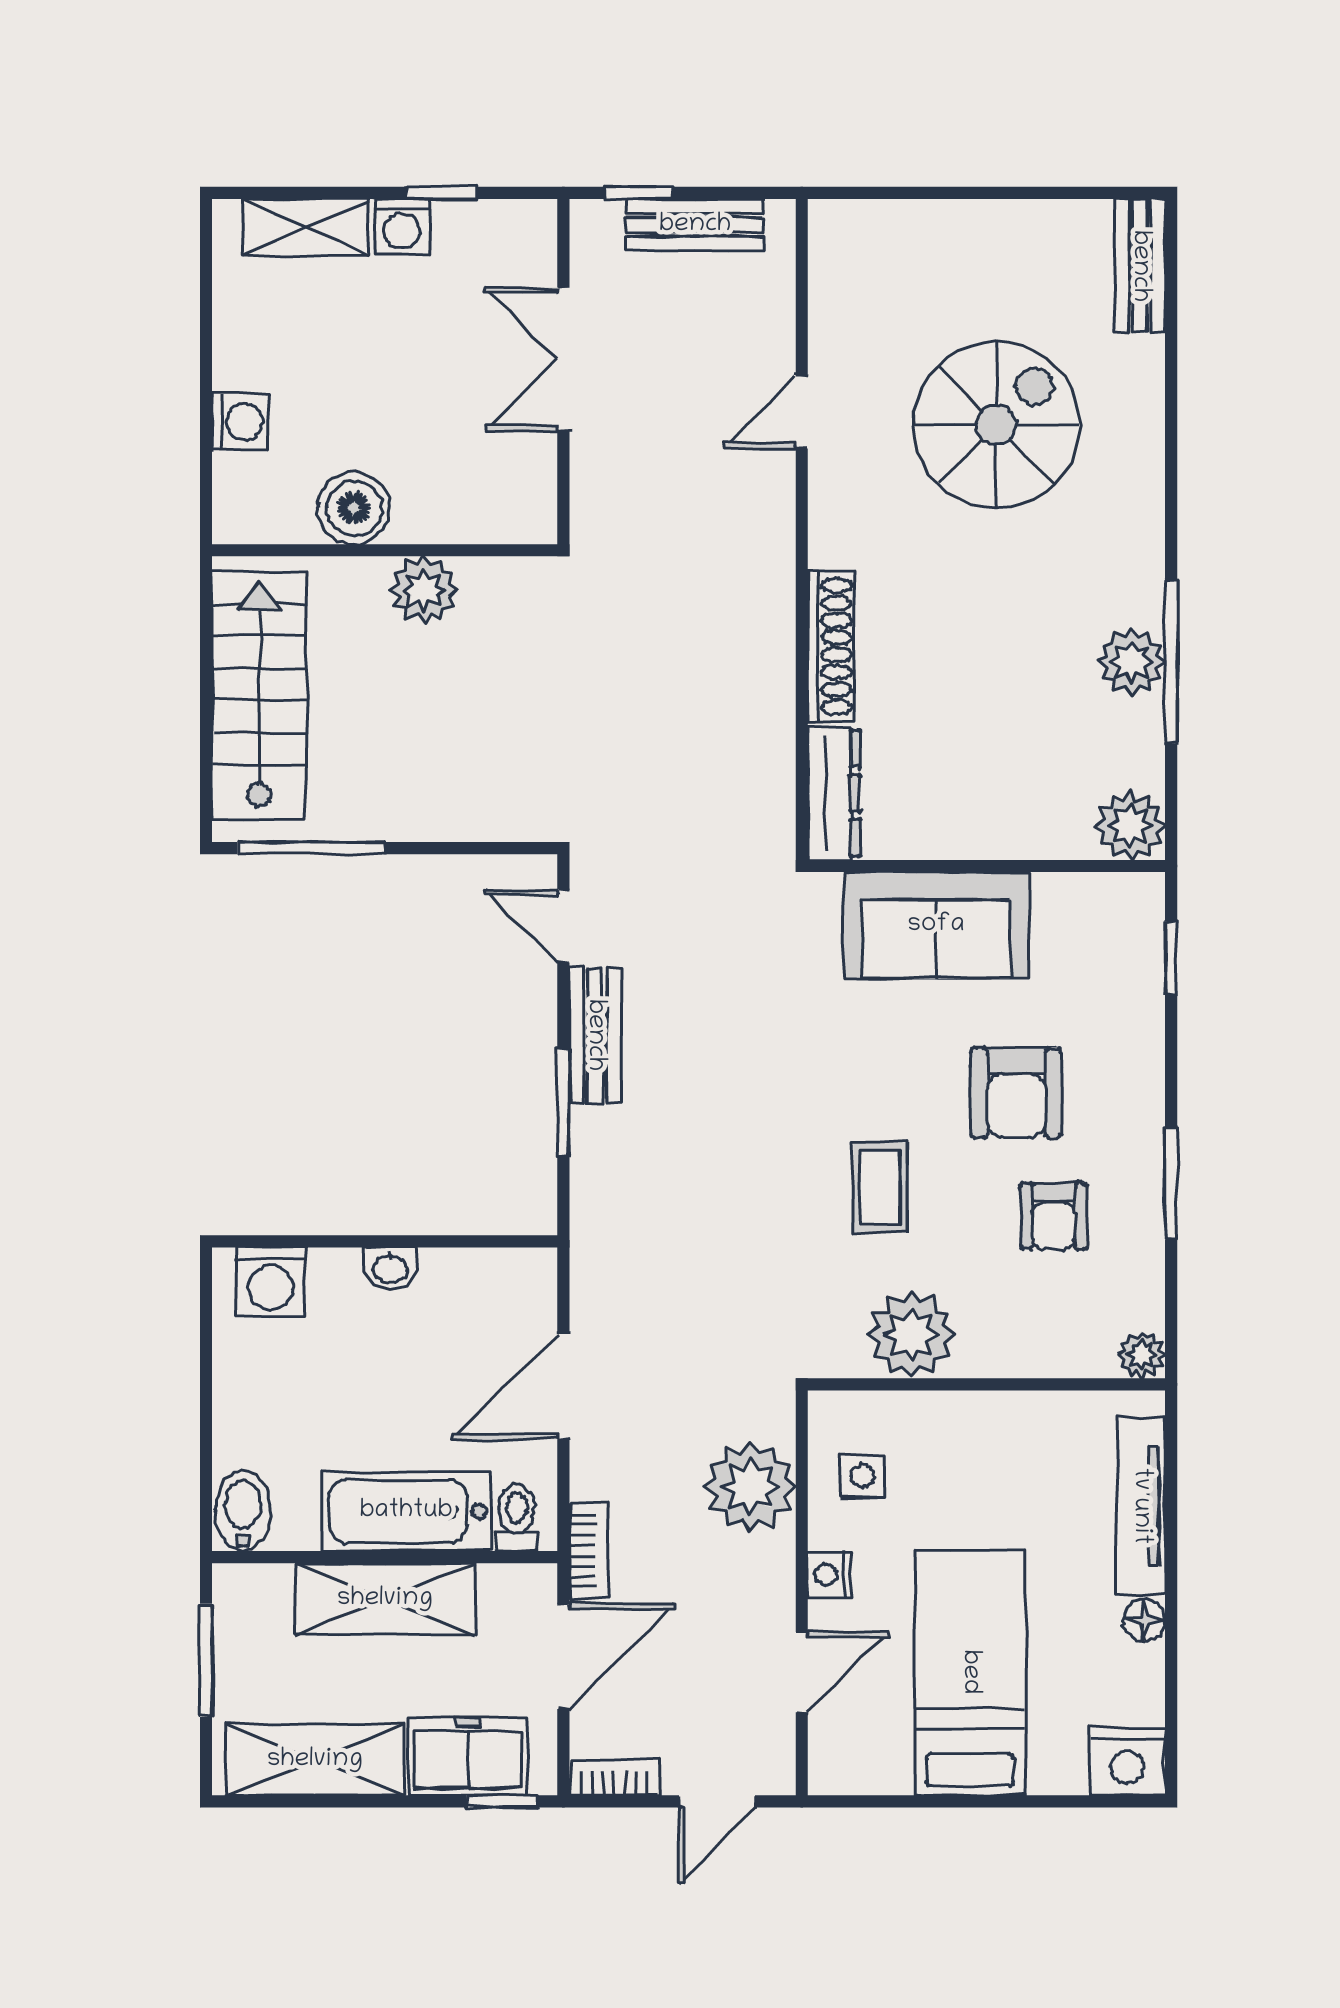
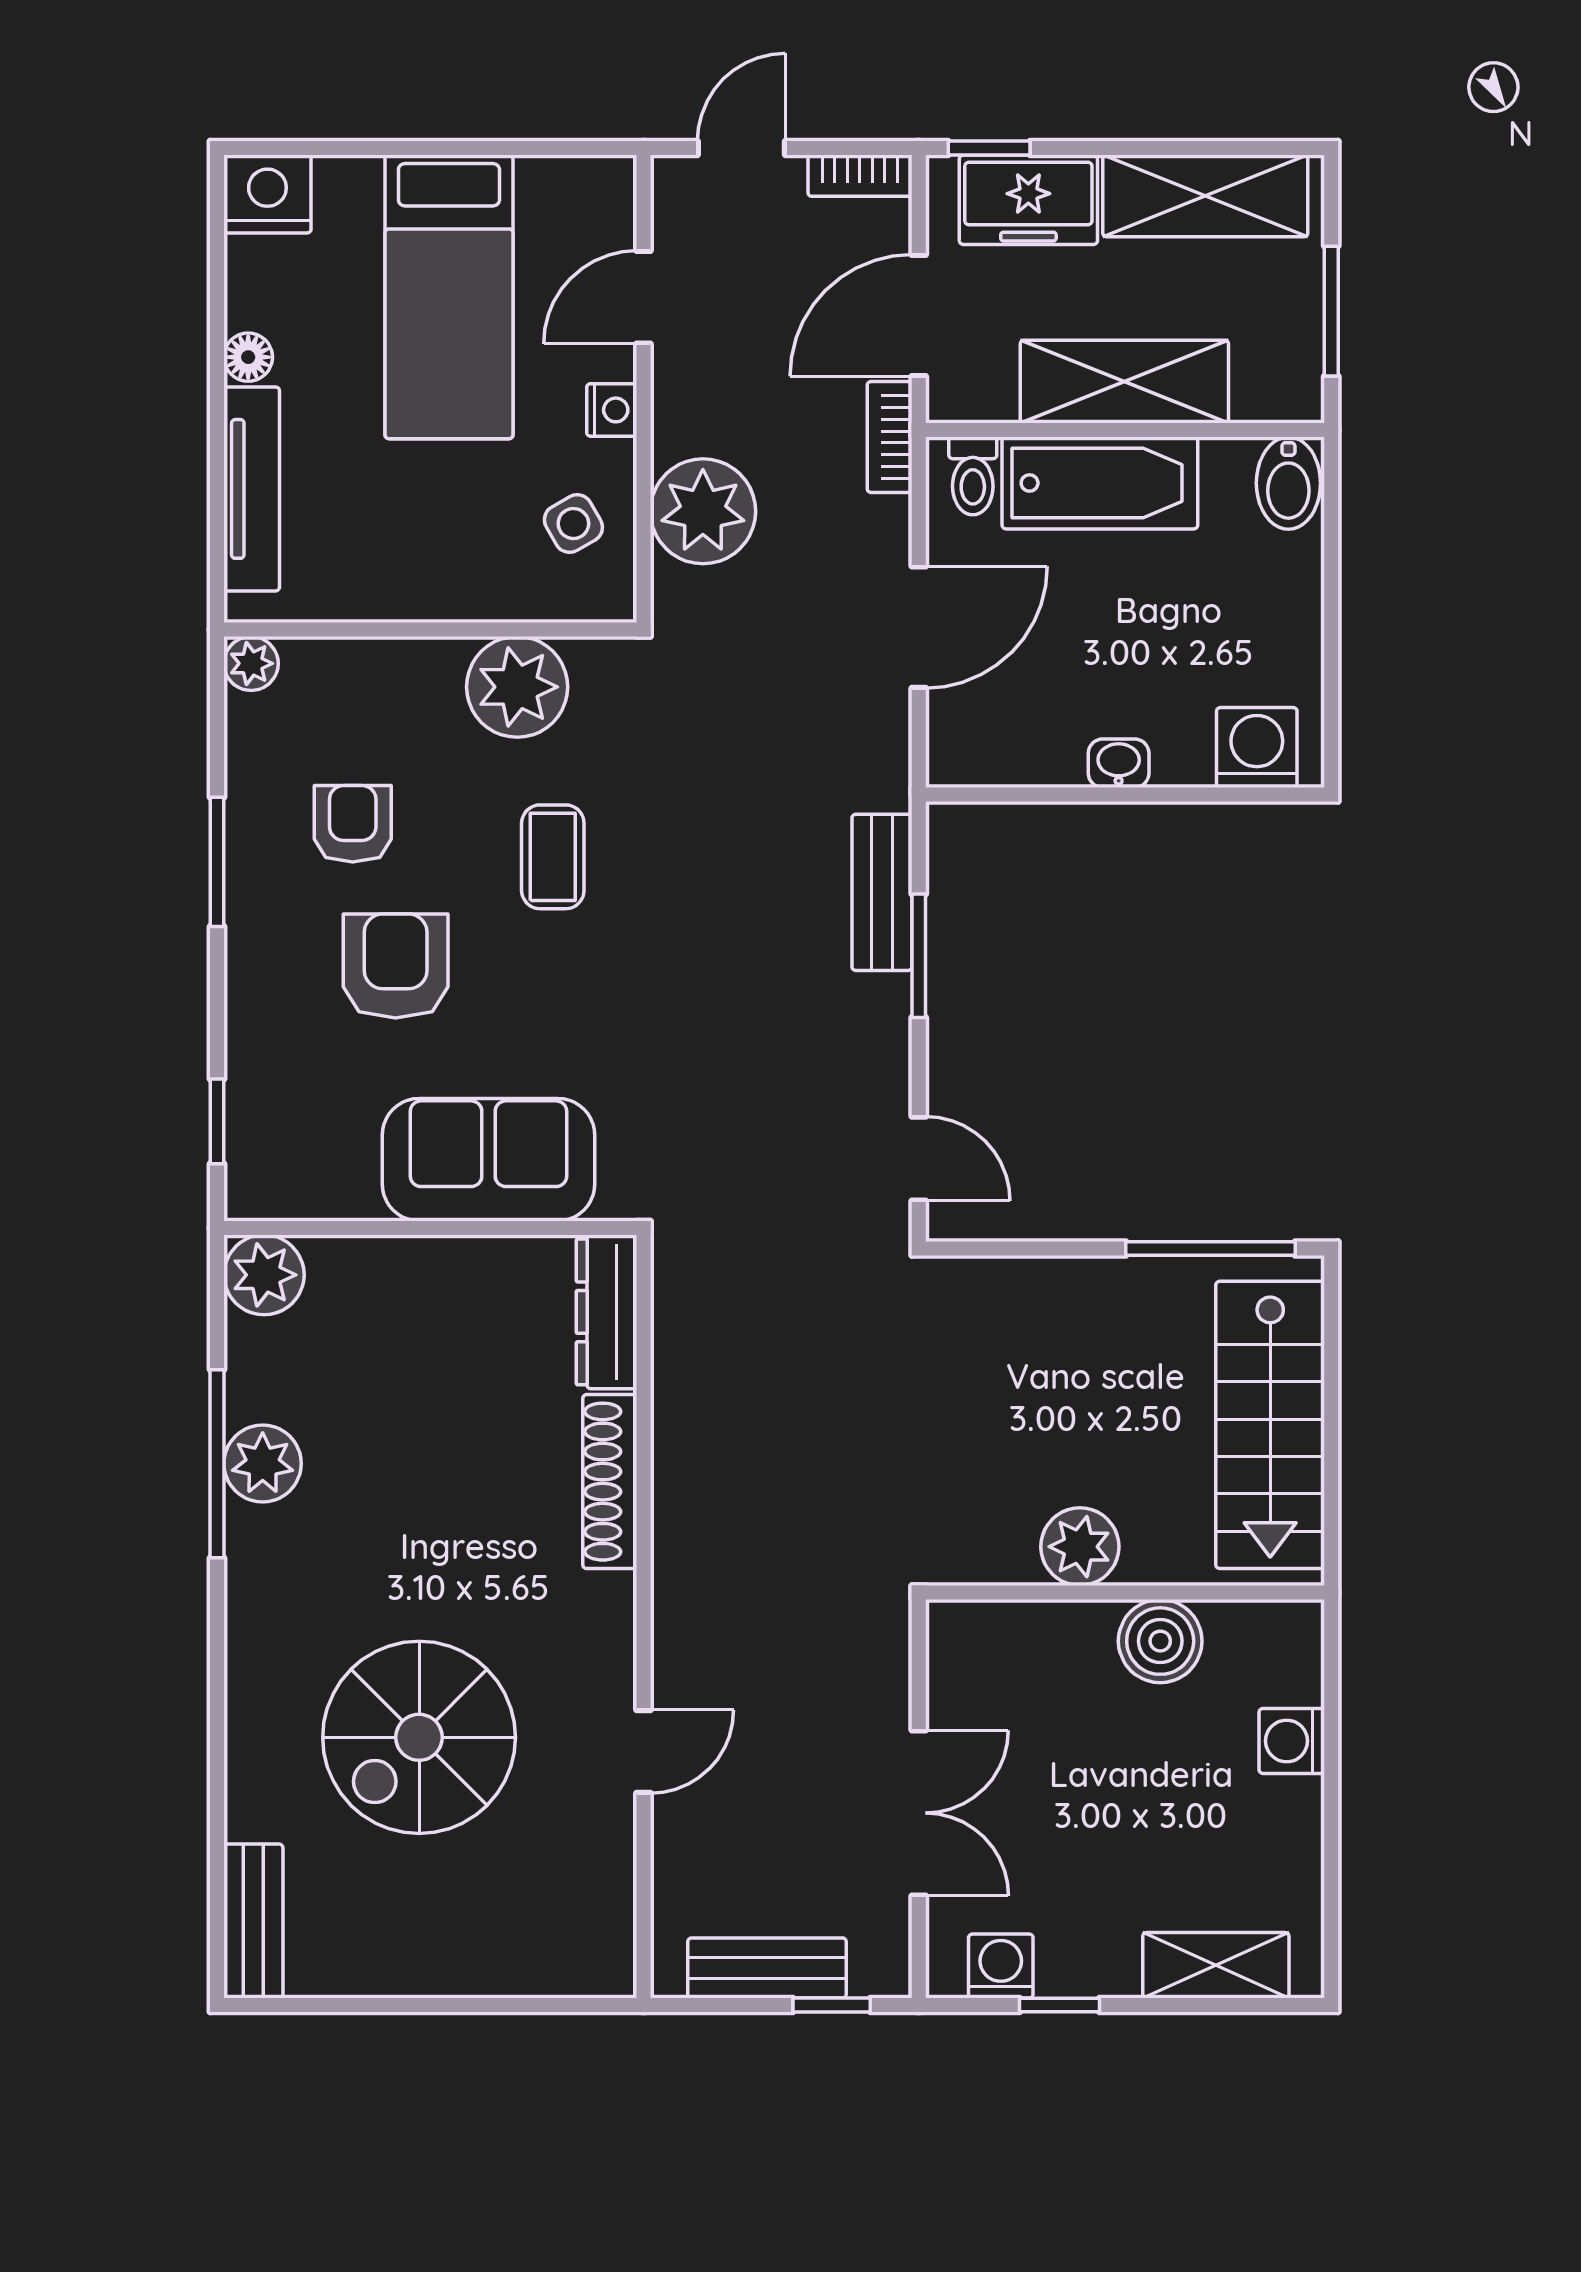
washing machine: (402, 227) -> (1001, 1966), moved
bench: (595, 1035) -> (882, 892), moved
side table: (862, 1476) -> (573, 524), turned -30

